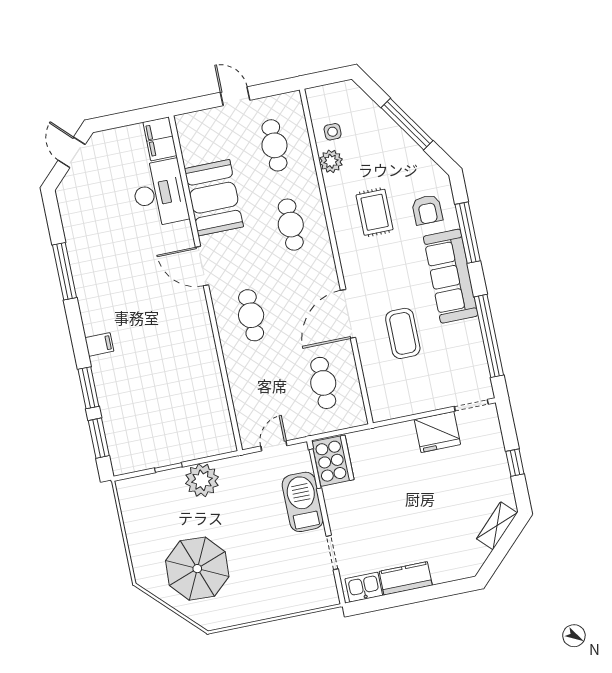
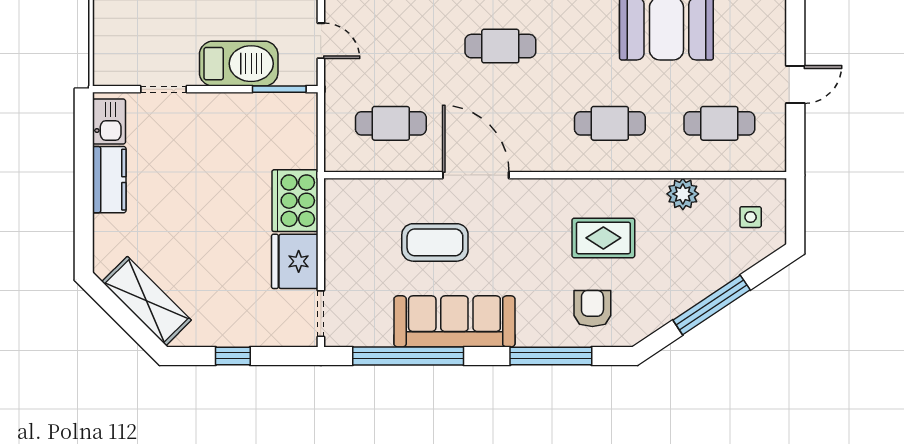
side table: (333, 132) -> (751, 217), moved
armchair: (427, 210) -> (592, 308), turned 90
sofa: (451, 276) -> (454, 321), moved
cooker: (333, 461) -> (295, 201), moved, turned 90
shelving: (497, 526) -> (147, 301), width x1.50, depth x1.33

